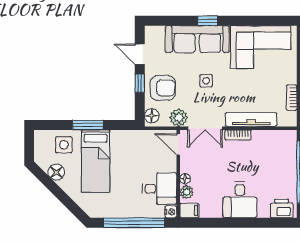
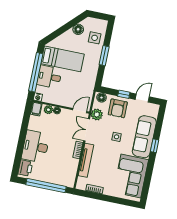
bed: (96, 161) -> (62, 59), moved, turned 180
desk: (160, 189) -> (49, 77), moved, turned 90
desk: (240, 200) -> (36, 147), width x1.37

